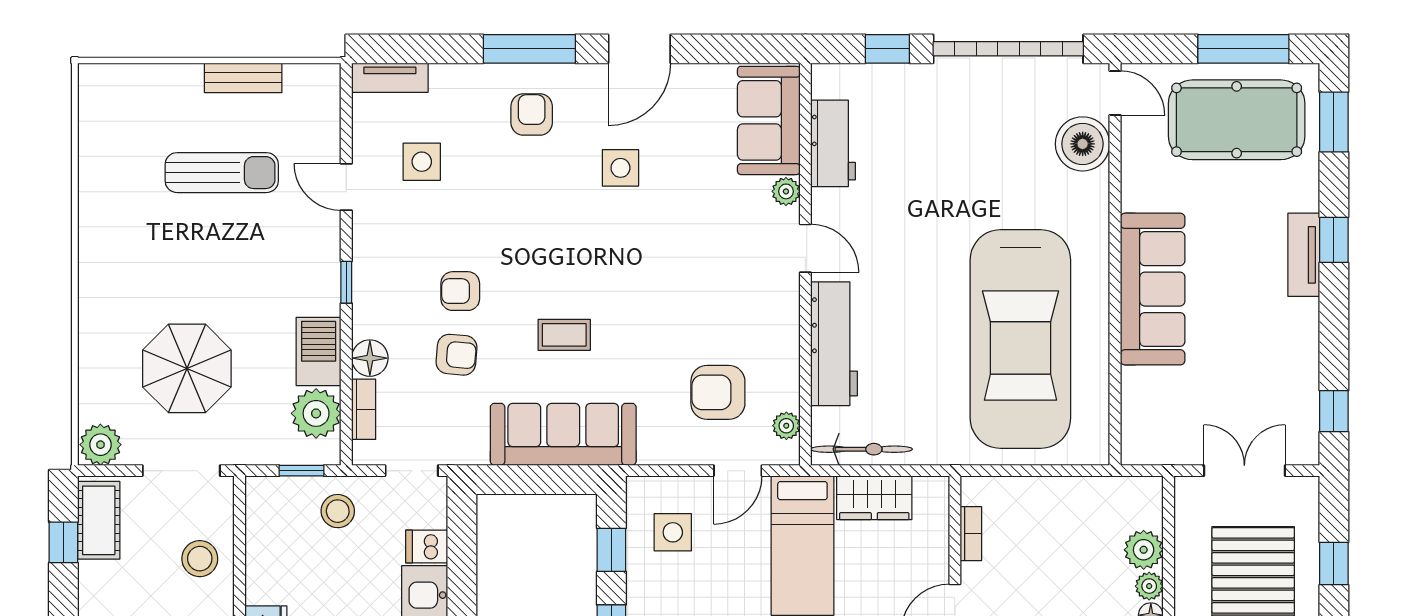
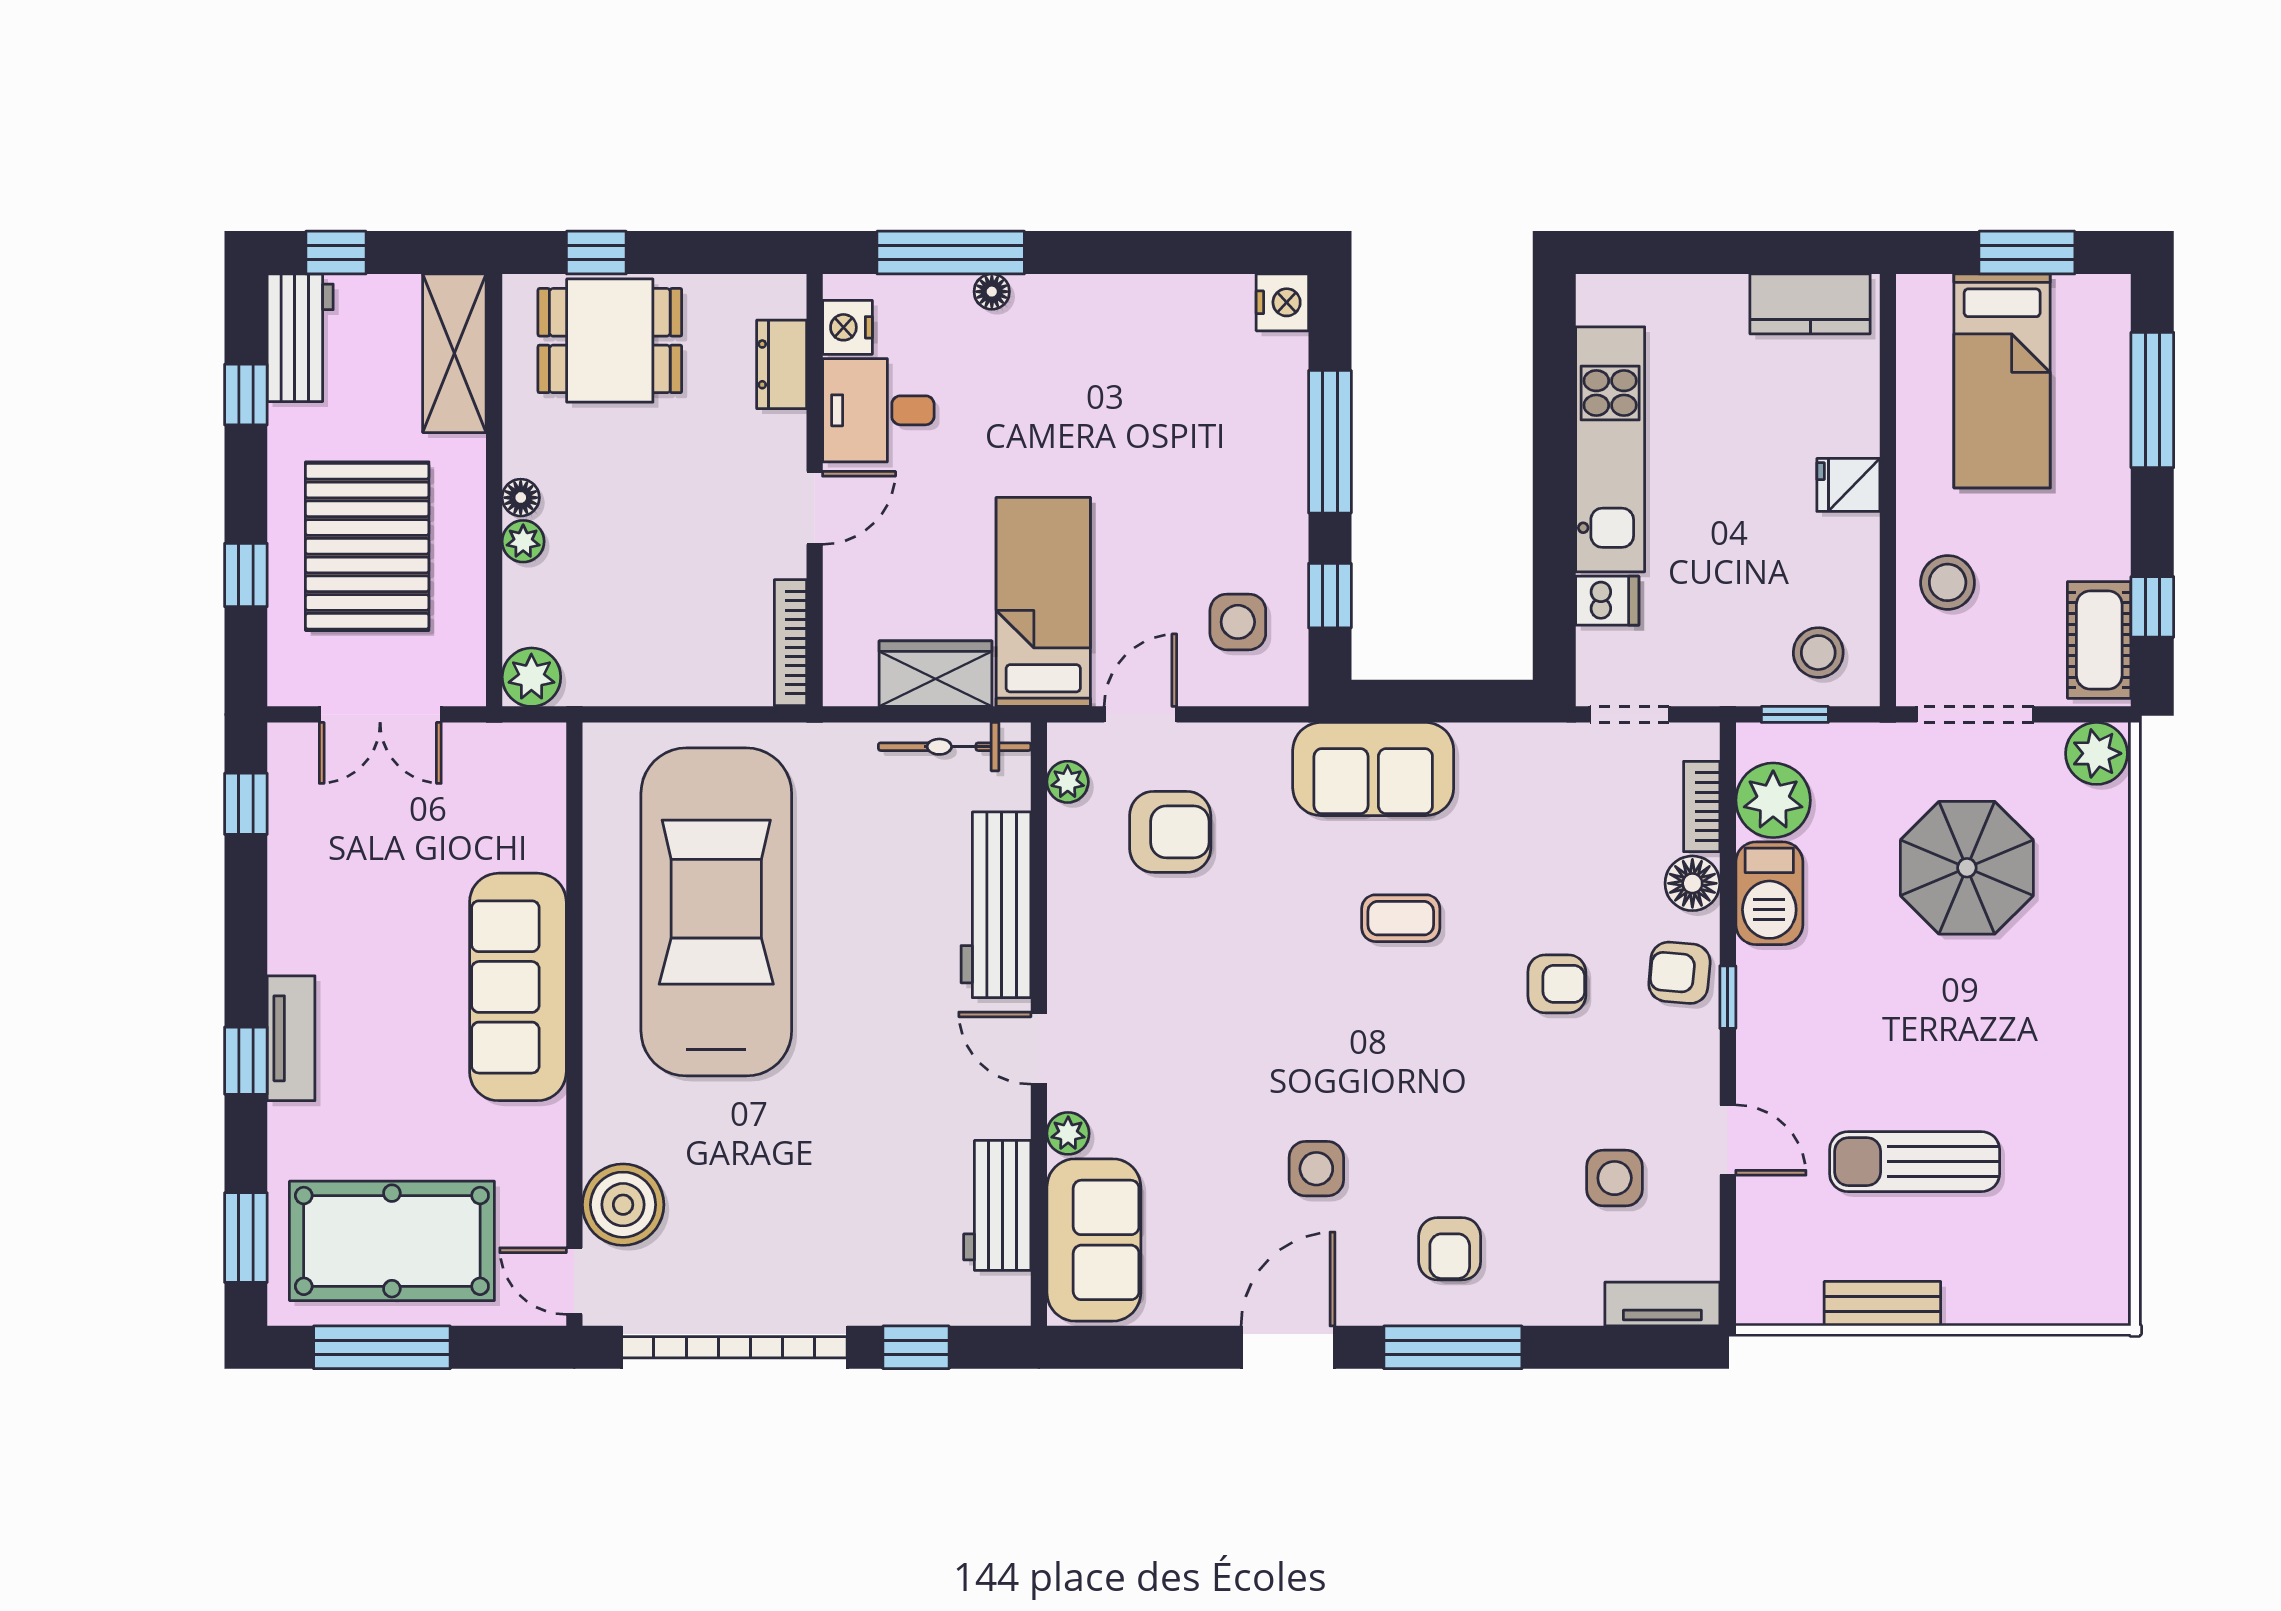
armchair: (456, 355) -> (1679, 973), moved
sofa: (563, 434) -> (1373, 769), width x0.73
stool: (338, 511) -> (1818, 653), moved
bookcase: (971, 534) -> (790, 643), width x1.56
plant: (1144, 550) -> (531, 677), moved

